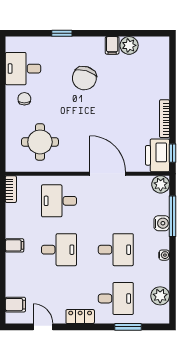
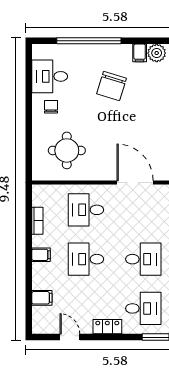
window: (62, 33) -> (89, 41), width x3.17
bookcase: (11, 189) -> (37, 221), moved
desk: (59, 250) -> (86, 259), turned 180
filing cabinet: (15, 305) -> (42, 298), moved

